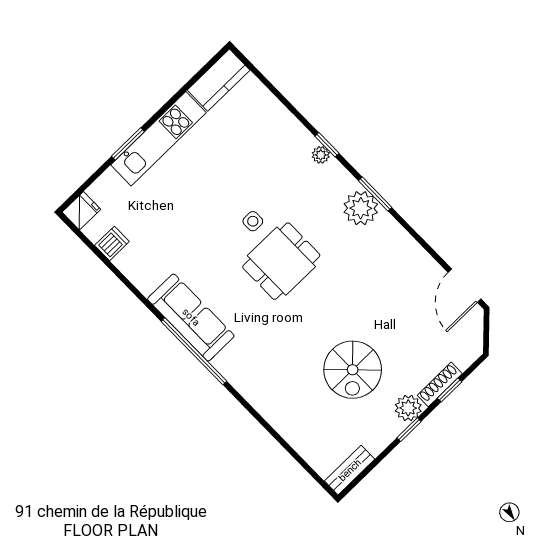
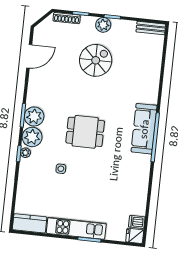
plant: (335, 182) -> (32, 137), added
side table: (253, 221) -> (61, 169), moved
dishwasher: (112, 243) -> (137, 222), moved
door: (464, 286) -> (29, 56), moved
sofa: (191, 317) -> (144, 129), moved
spiral stairs: (353, 370) -> (96, 60), moved
shoe rack: (440, 384) -> (67, 18), moved

